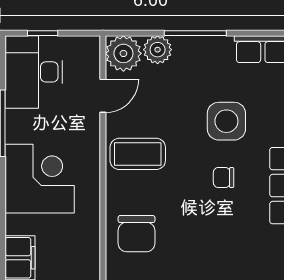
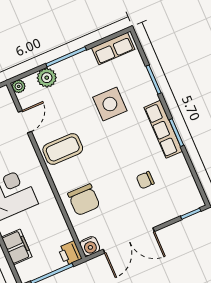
plant: (123, 53) -> (19, 86), width x0.53, depth x0.53
chair: (224, 178) -> (145, 180), moved

